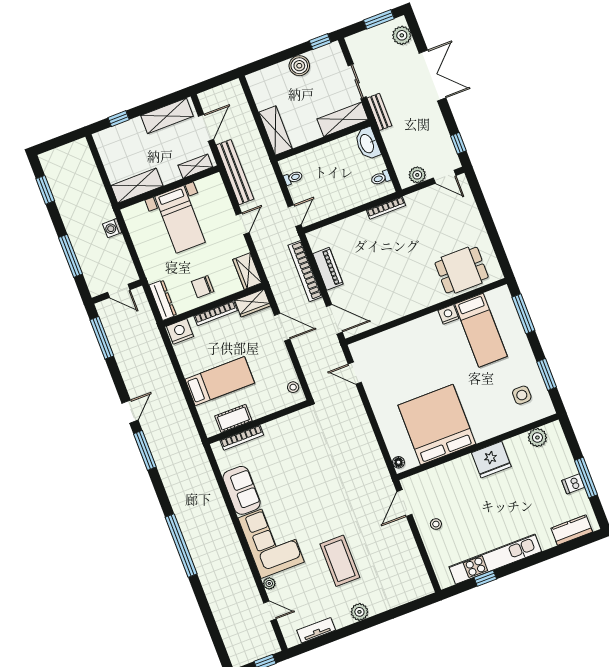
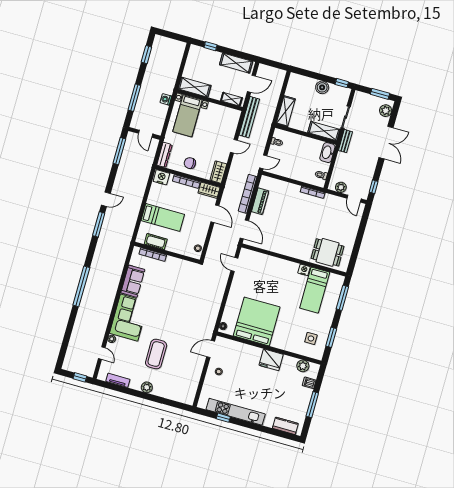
bed with nightstands: (180, 219) -> (187, 116), moved
dishwasher: (573, 484) -> (309, 383), moved

